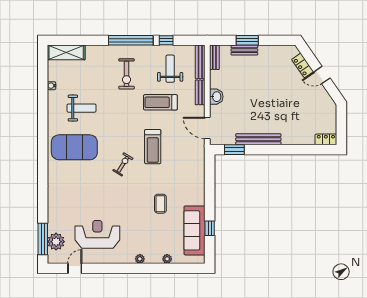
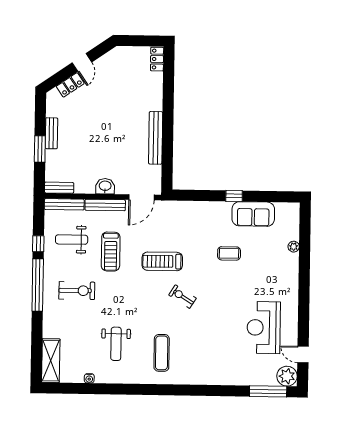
bench: (244, 50) -> (51, 133), moved
bench: (200, 92) -> (105, 205), width x1.36
weight bench: (81, 108) -> (116, 344), turned 180
exercise mat: (74, 147) -> (162, 353), width x0.50, depth x0.69
treadmill: (153, 147) -> (162, 261), turned 180
window: (234, 150) -> (167, 166), removed
window: (210, 228) -> (234, 196), moved
sofa: (195, 230) -> (253, 214), width x0.73
plant: (56, 242) -> (287, 376), moved
plant: (140, 259) -> (293, 278), removed

